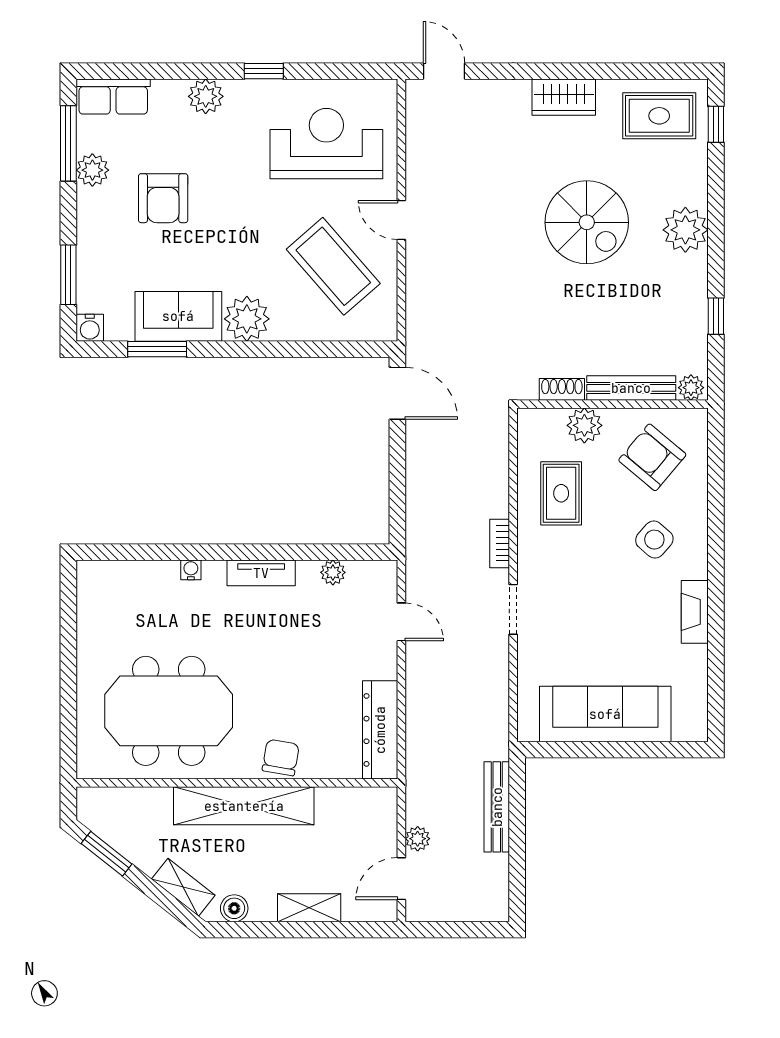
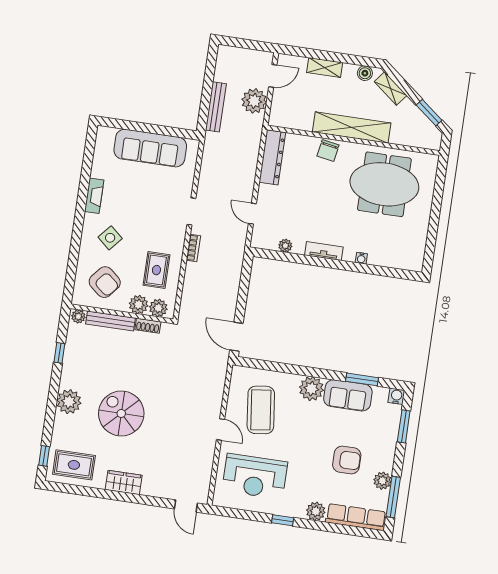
row of seats: (113, 97) -> (356, 517), width x1.48
armchair: (163, 198) -> (347, 460), turned 90
coffee table: (333, 266) -> (261, 410), turned 34
plant: (548, 425) -> (158, 308), added
plant: (418, 839) -> (254, 101), width x1.88, depth x1.88

